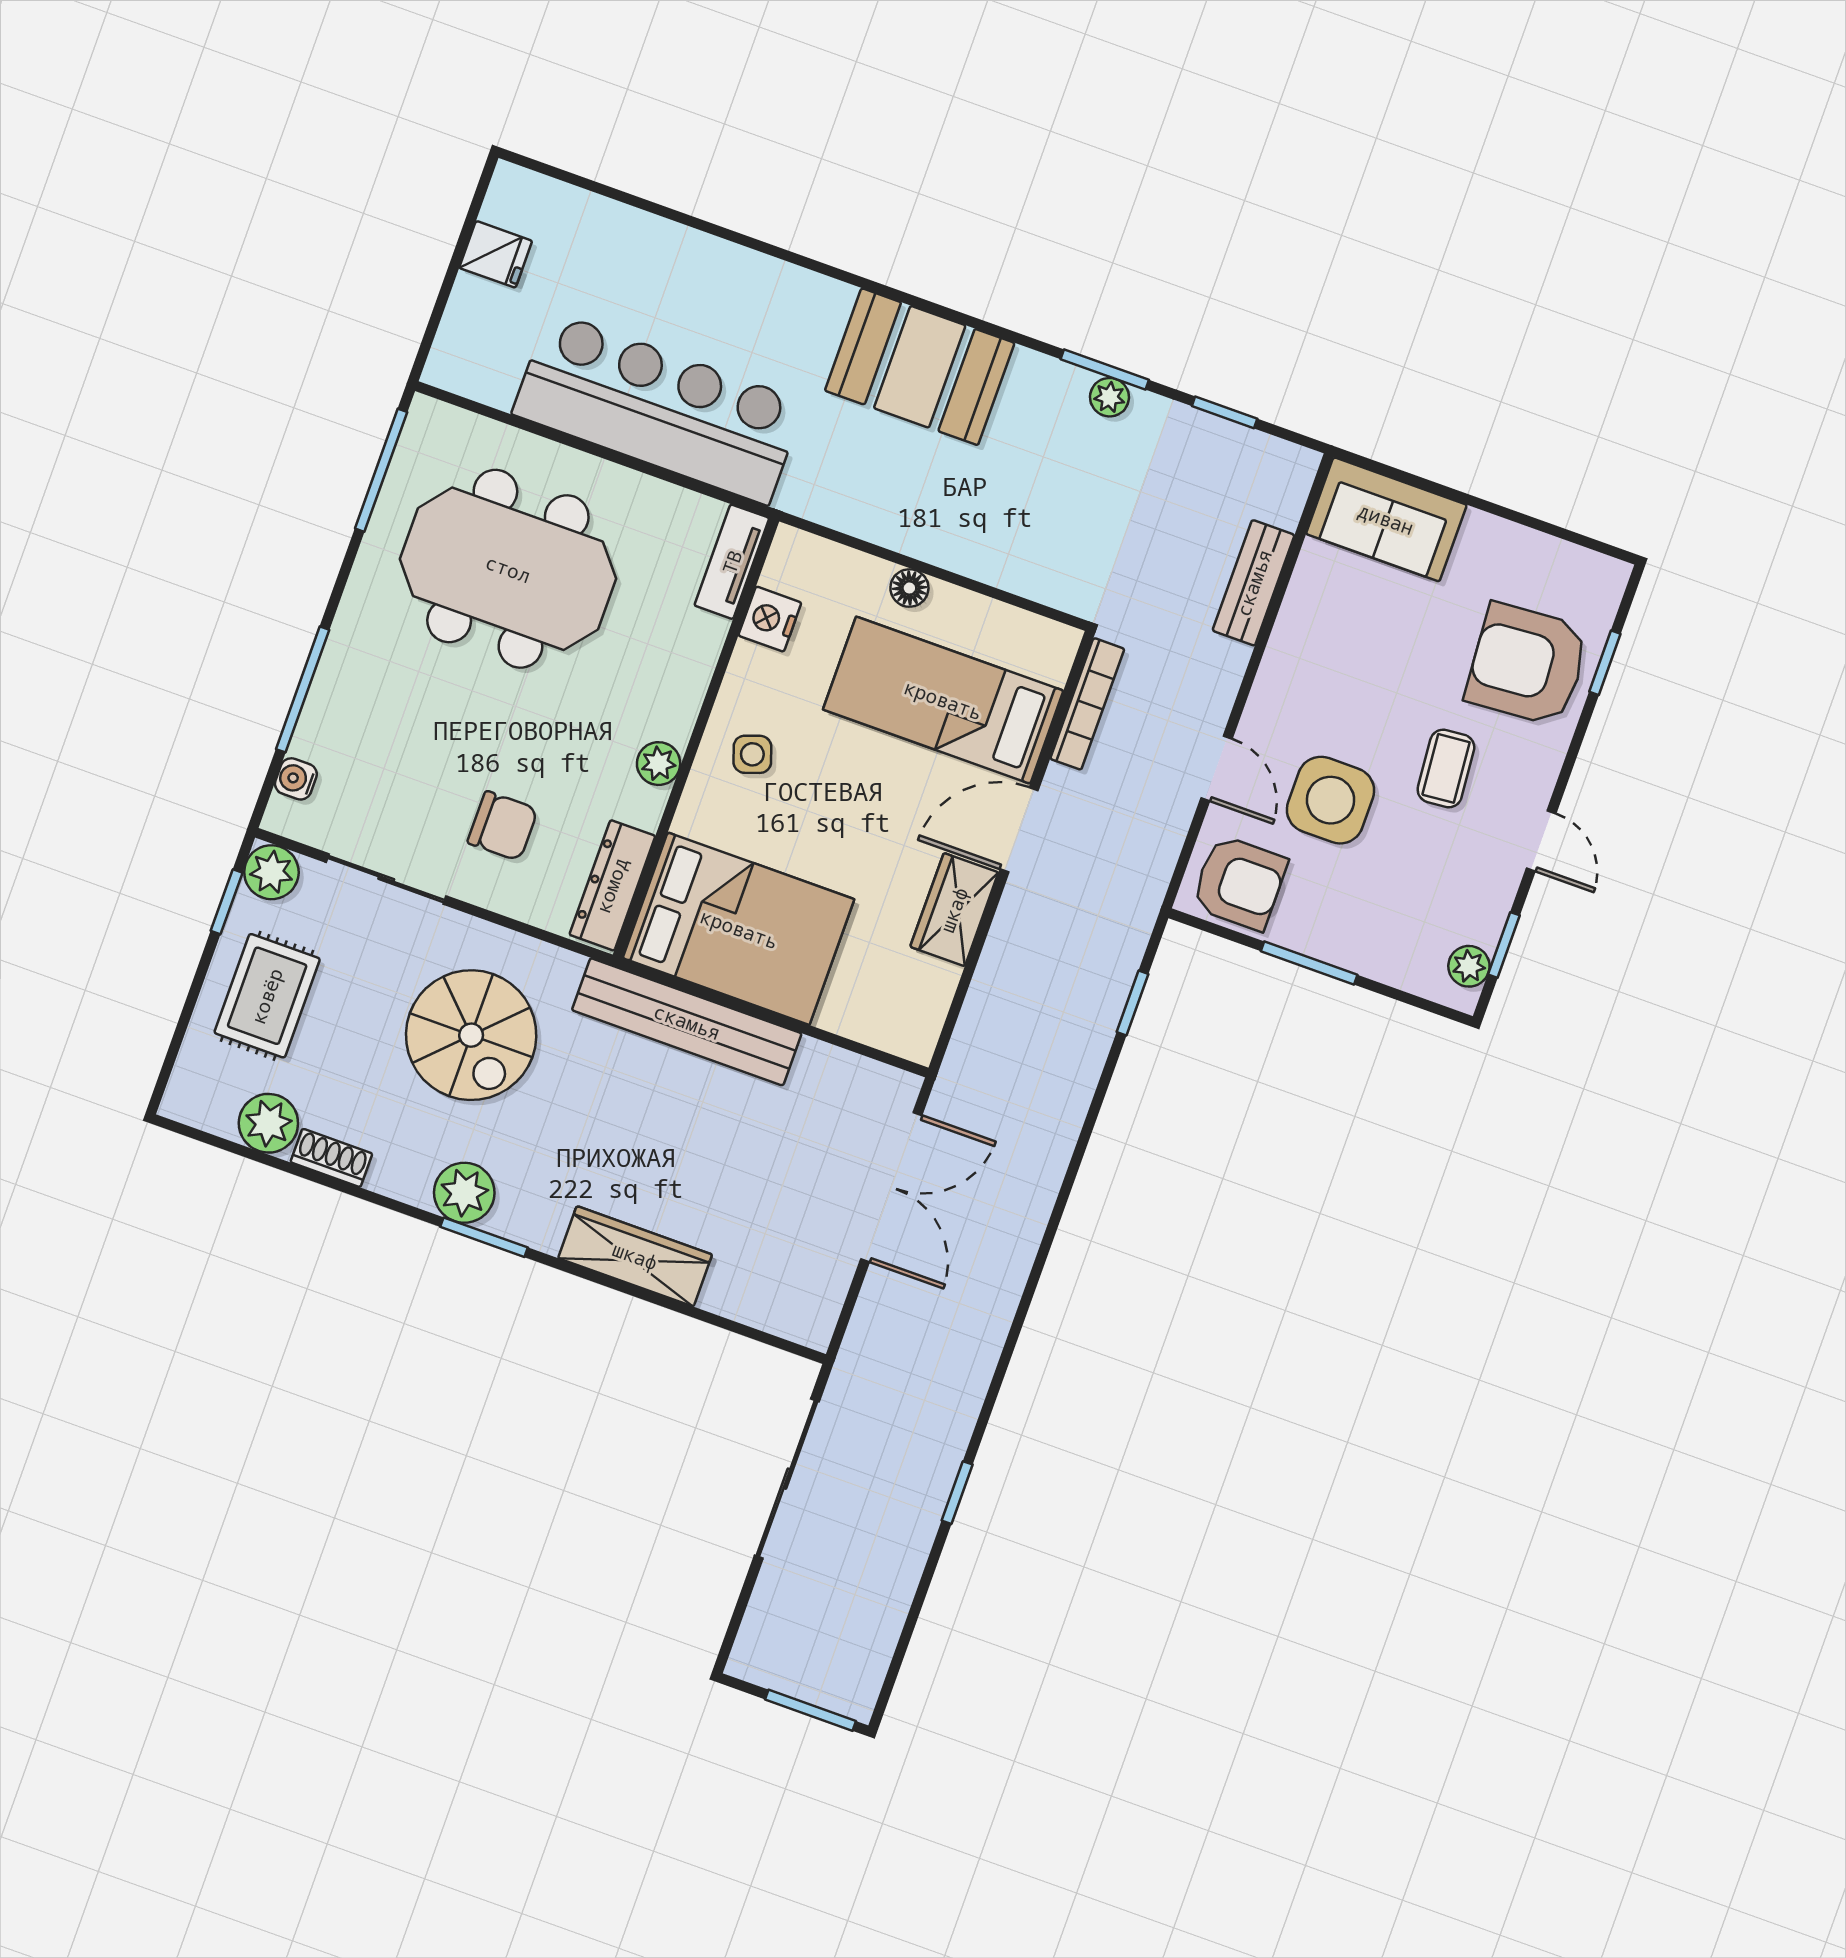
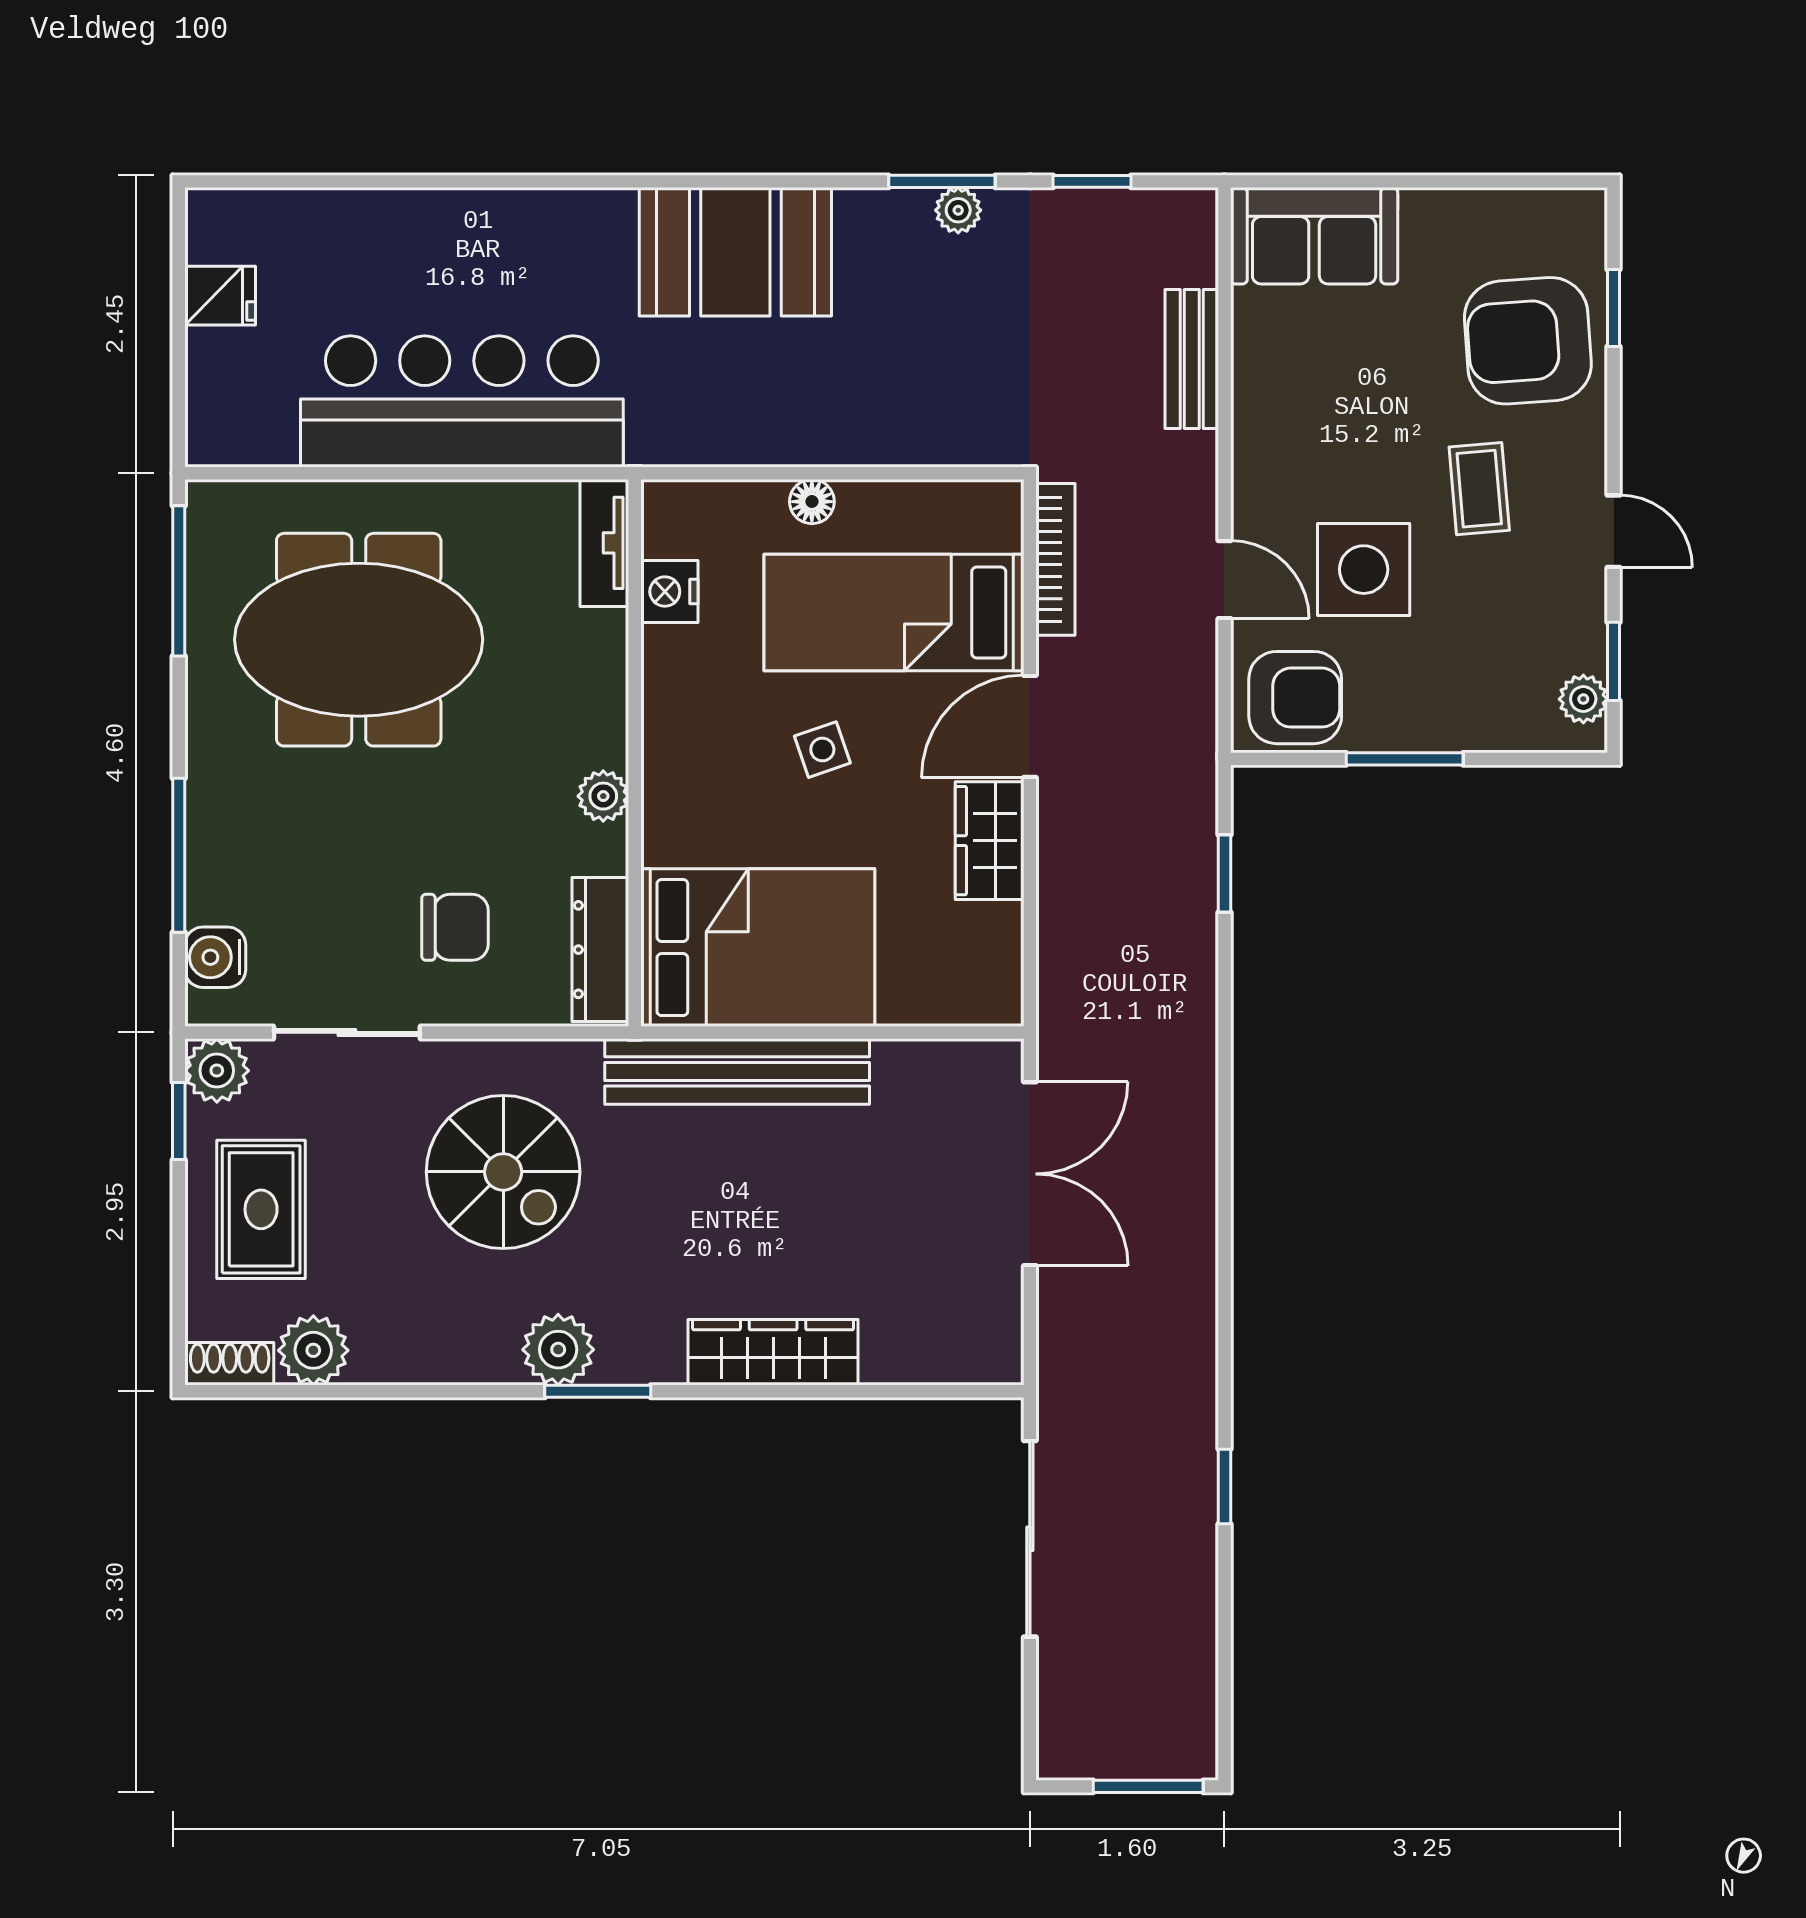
side table: (752, 754) -> (822, 750), moved
water cooler: (296, 779) -> (215, 957), width x1.38, depth x1.38
shoe rack: (331, 1158) -> (230, 1364), moved

